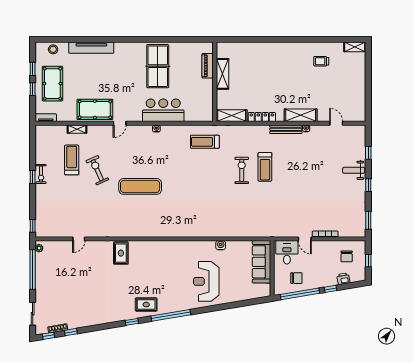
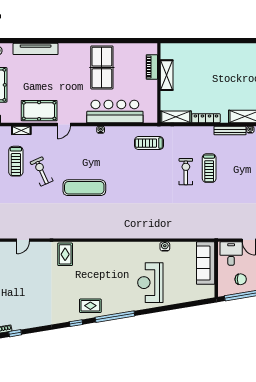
bar counter: (163, 110) -> (115, 112), width x1.36
treadmill: (72, 160) -> (16, 161), turned 180

